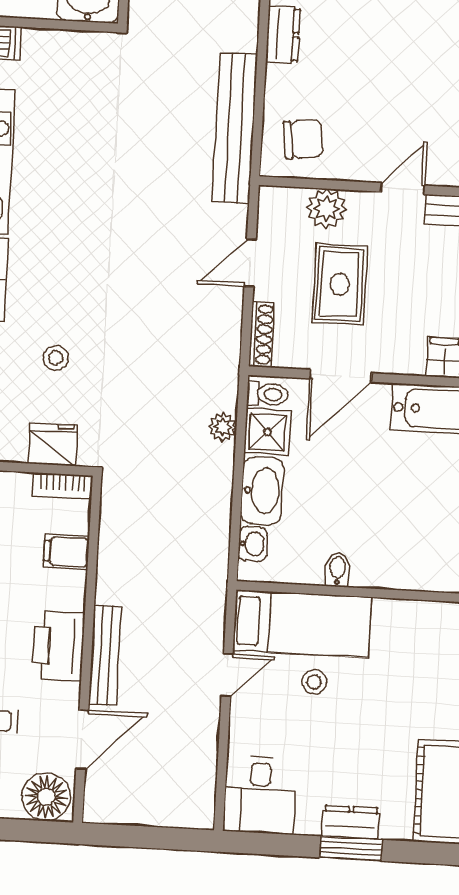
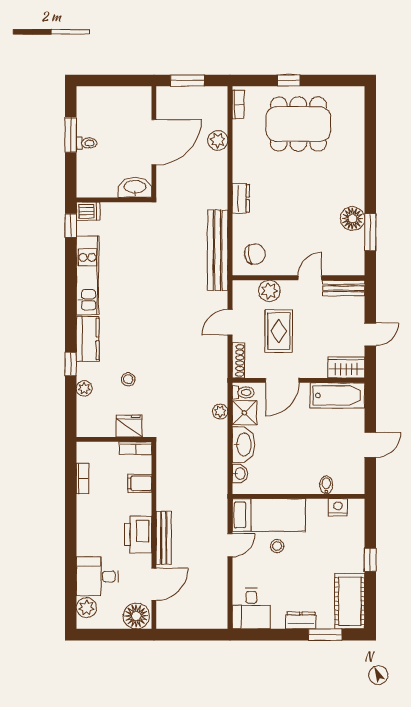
bidet: (338, 570) -> (326, 485), moved
nightstand: (431, 617) -> (338, 507), added
window: (351, 849) -> (325, 635), moved

